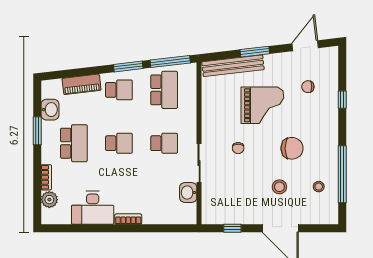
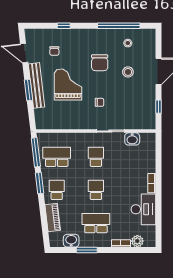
bench: (233, 66) -> (37, 85), moved
chair: (292, 148) -> (100, 63), turned 180

